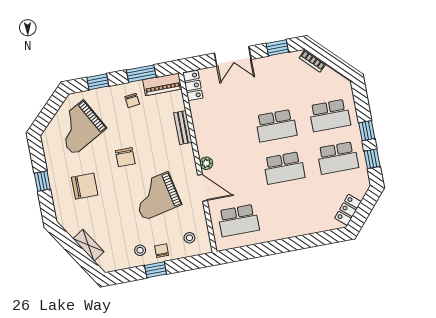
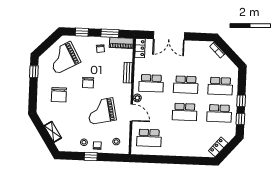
window: (277, 48) -> (198, 37), removed
double door: (233, 56) -> (169, 36), width x1.37
school desk: (222, 136) -> (151, 83), added
window: (42, 181) -> (34, 72), moved
chair: (85, 186) -> (59, 95), turned 90

